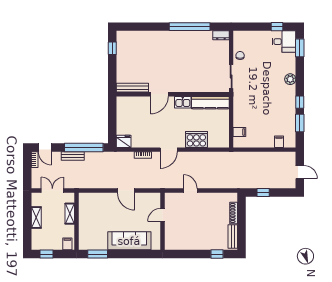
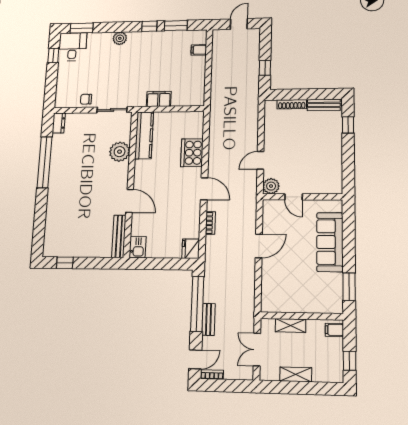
plant: (198, 84) -> (120, 152), added
kitchen sink: (183, 102) -> (138, 247), moved
filing cabinet: (239, 132) -> (159, 99), moved, width x2.00
plant: (171, 199) -> (271, 186), added

